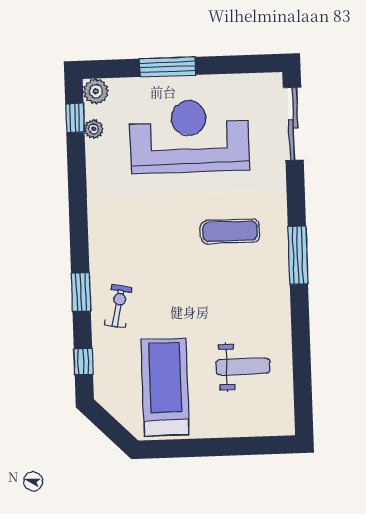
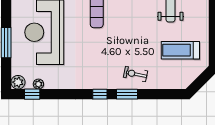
window: (83, 362) -> (100, 94), moved
treadmill: (165, 387) -> (180, 50), width x0.73, depth x0.73

